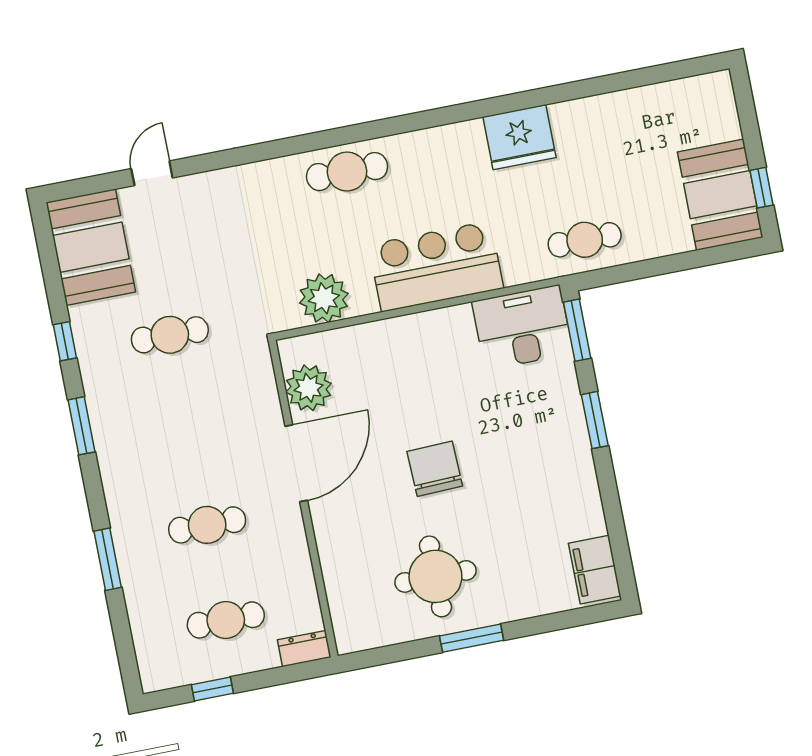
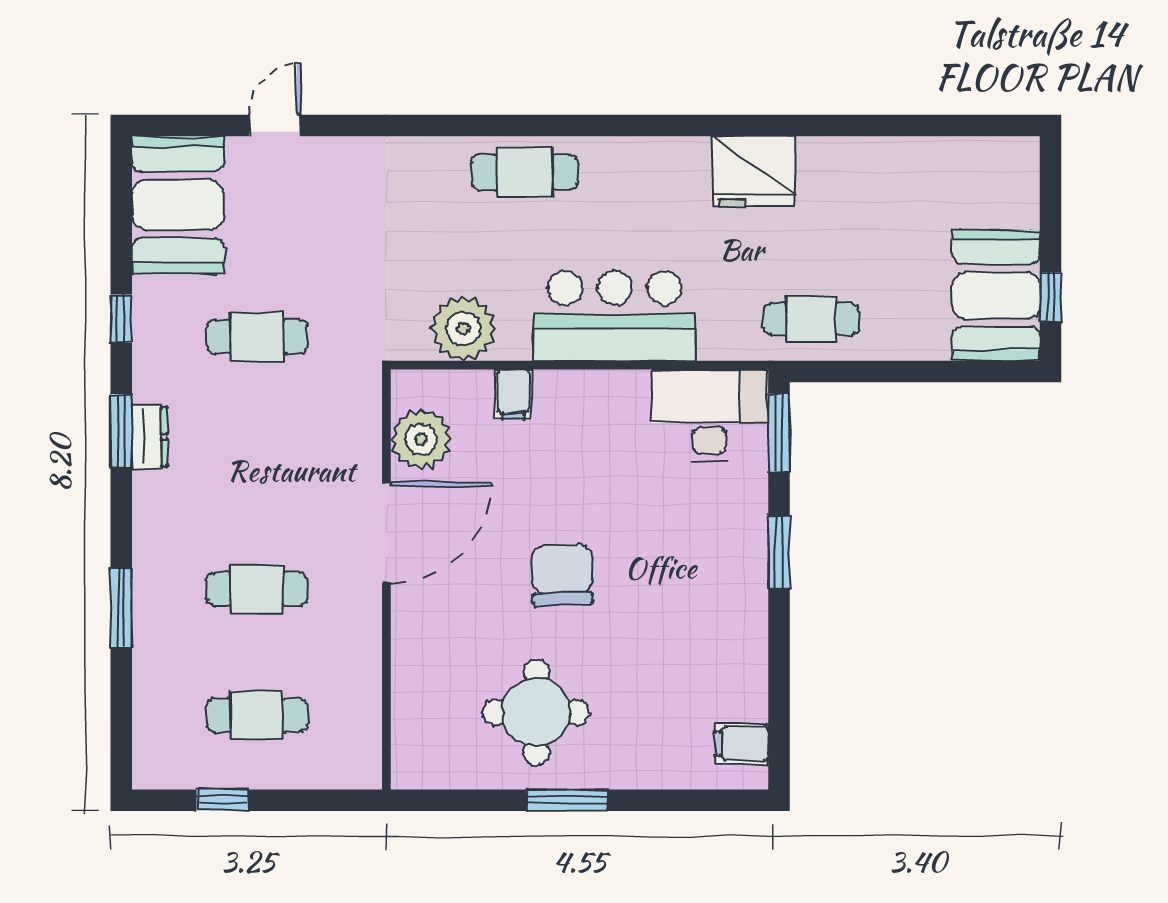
filing cabinet: (371, 341) -> (513, 394), added
filing cabinet: (595, 570) -> (741, 744), width x0.50
dresser: (304, 649) -> (150, 437), moved, turned 90

